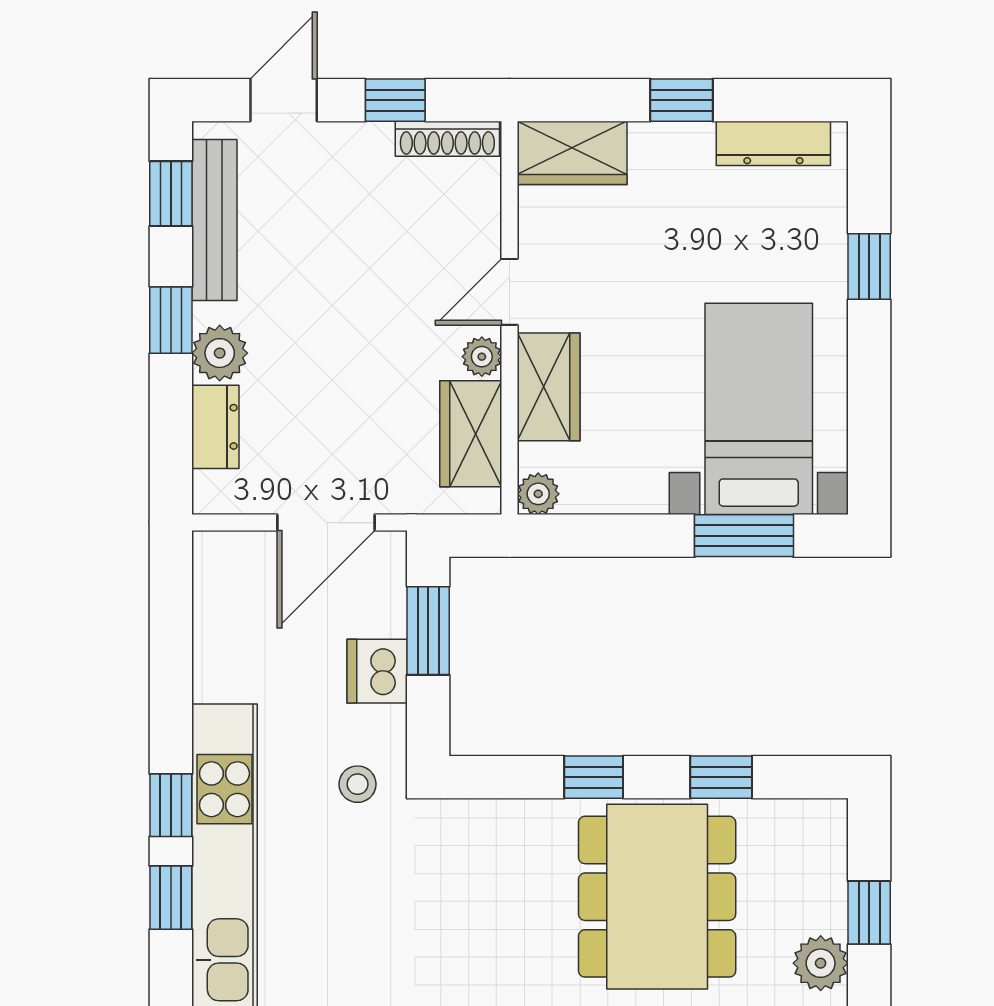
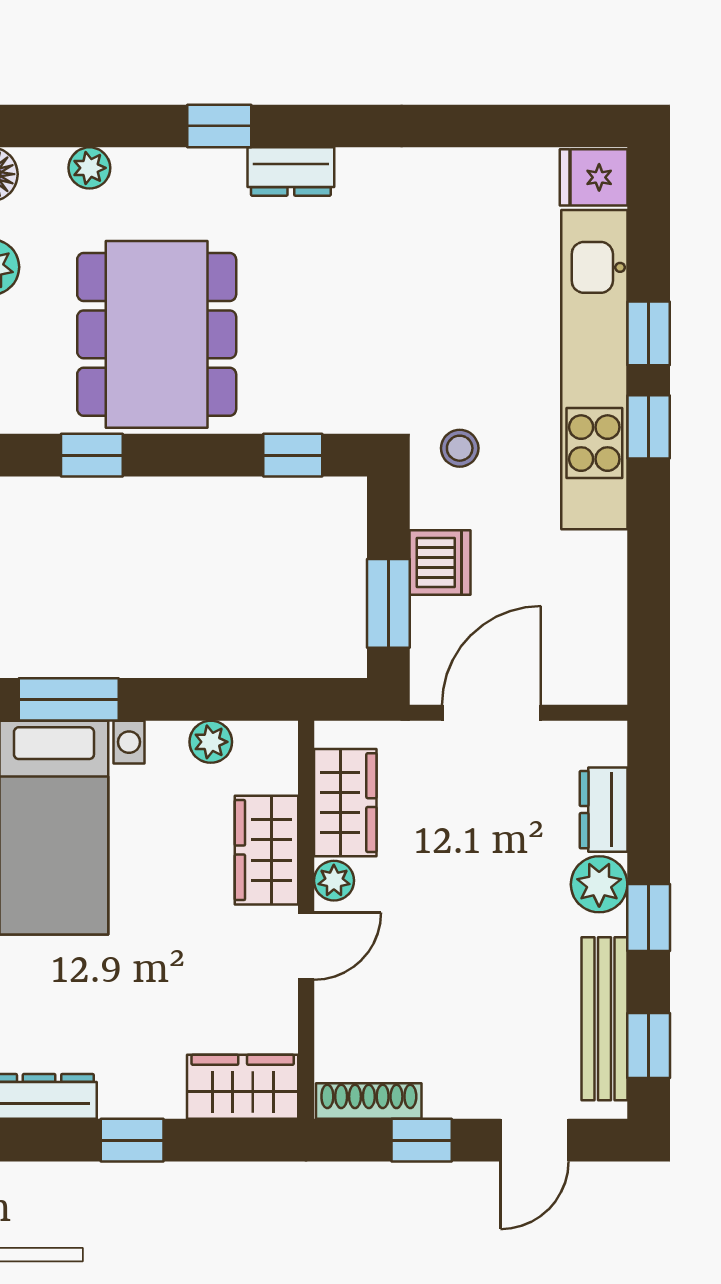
plant: (538, 494) -> (211, 742), moved
window: (594, 777) -> (293, 455), moved

